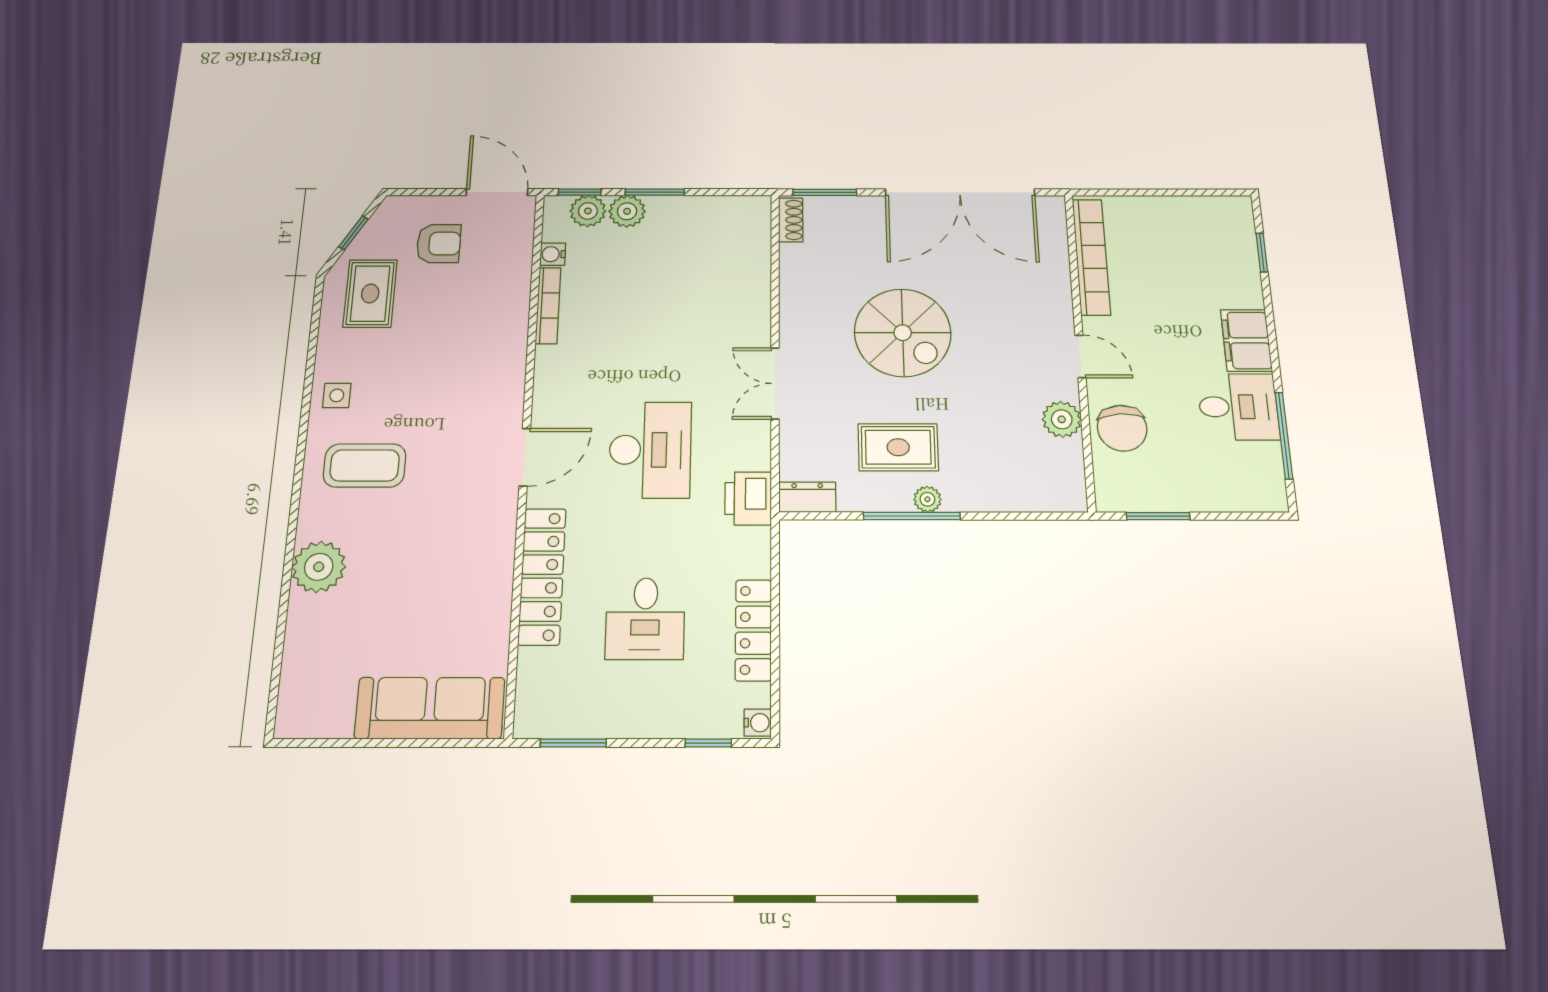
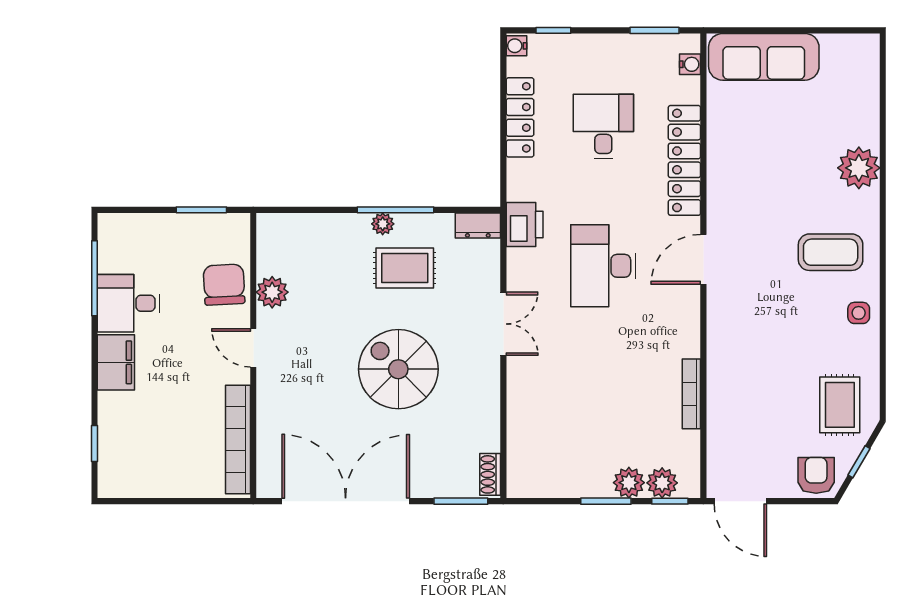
armchair: (439, 244) -> (816, 475), moved, turned 90
water cooler: (553, 254) -> (690, 64), moved

